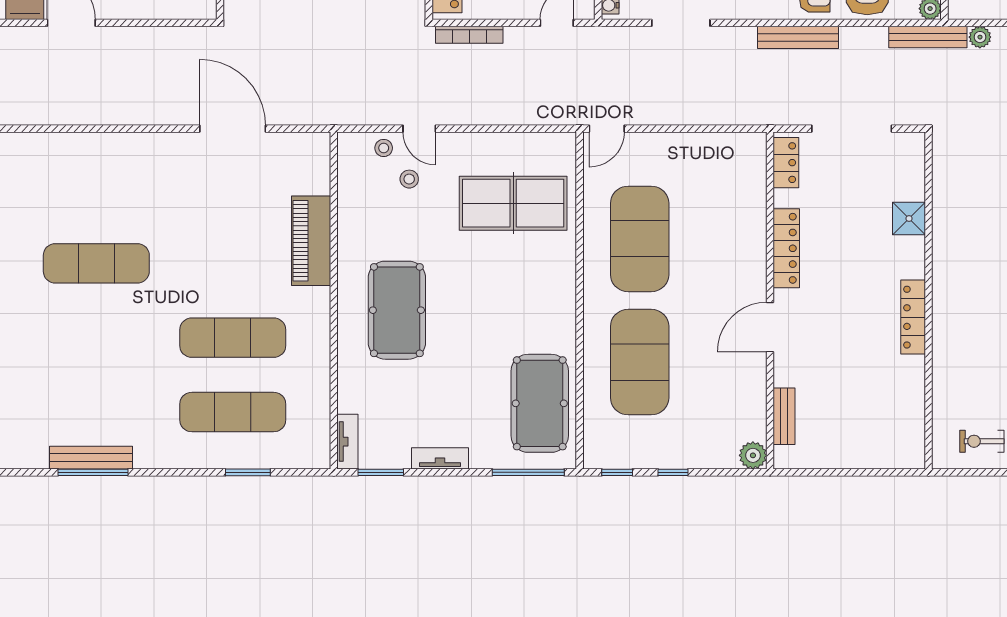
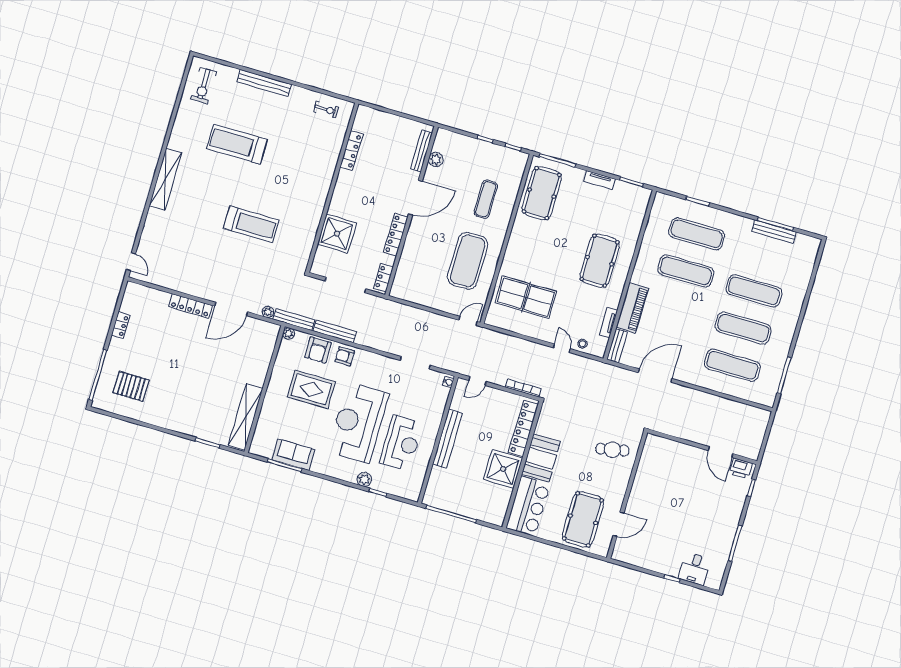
bench: (798, 37) -> (335, 331), moved
door: (233, 129) -> (655, 376), swing flipped
bench: (319, 163) -> (617, 346), added
stool: (409, 179) -> (574, 324), removed
exercise mat: (96, 189) -> (732, 365), added
shower: (909, 219) -> (337, 234), width x1.86, depth x1.86
locker: (913, 317) -> (351, 151), moved
door: (770, 327) -> (415, 198), width x1.36
exercise mat: (96, 338) -> (754, 291), added
exercise mat: (640, 362) -> (486, 199), width x0.50, depth x0.69
bench: (784, 416) -> (421, 151), width x1.36
tv unit: (347, 442) -> (608, 322), moved
plant: (753, 455) -> (436, 159), moved

